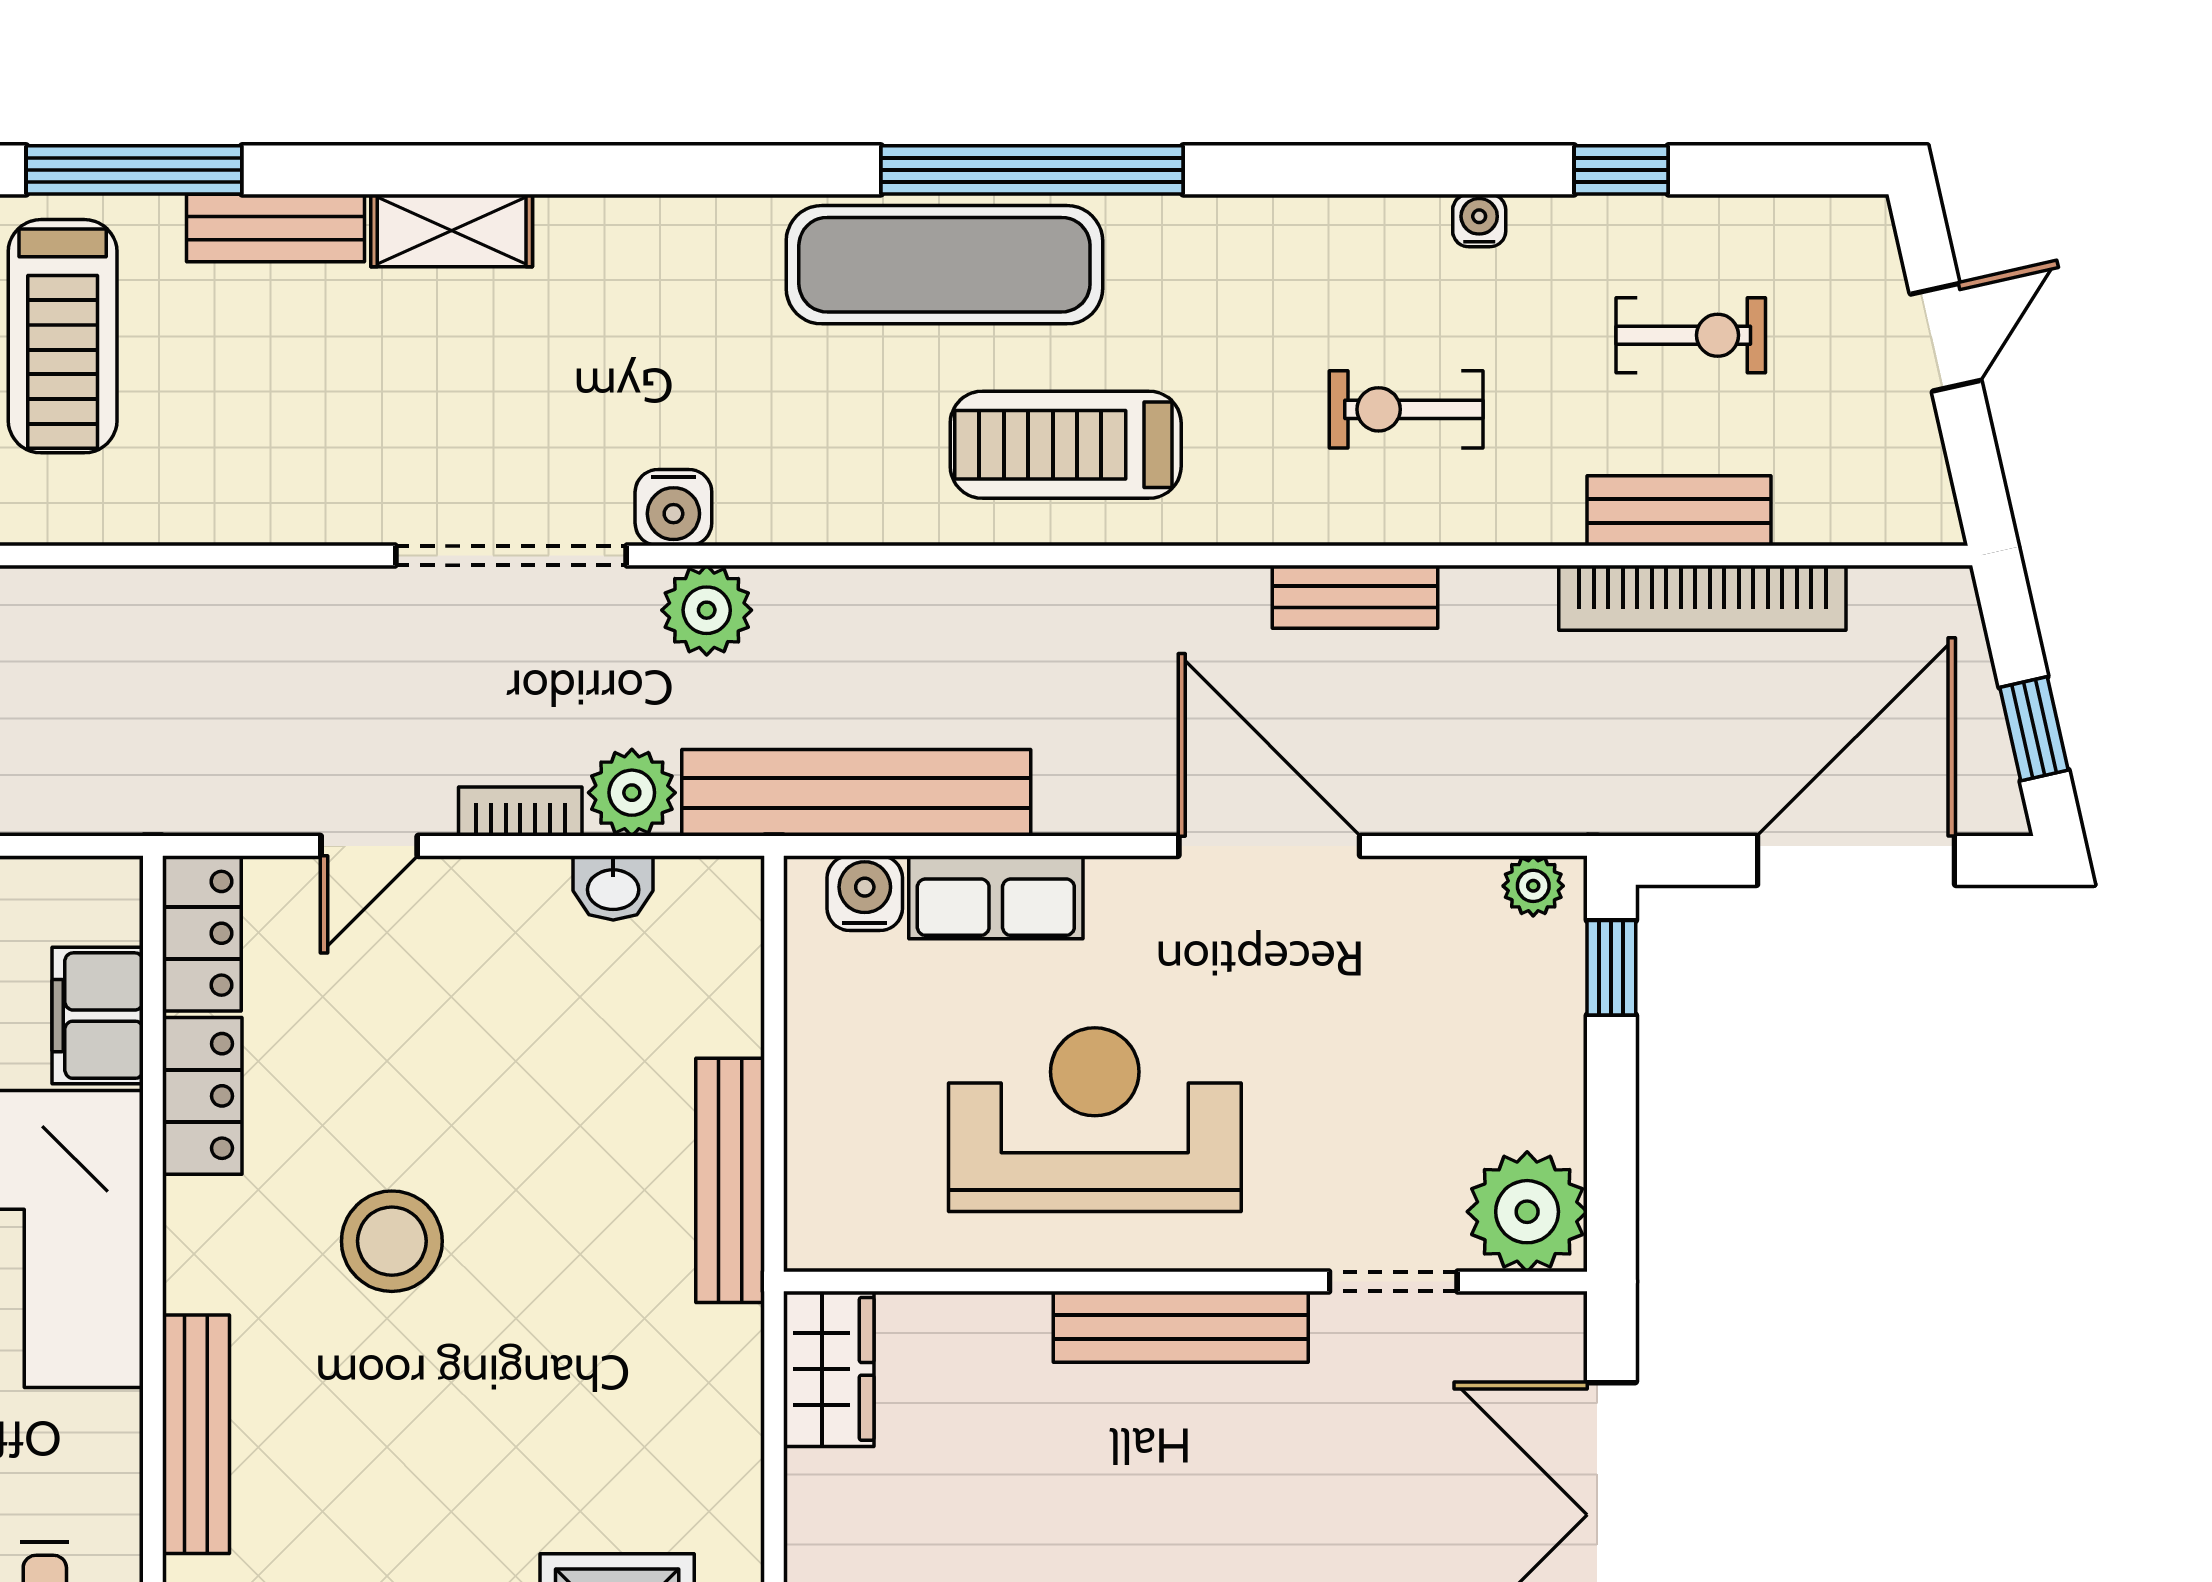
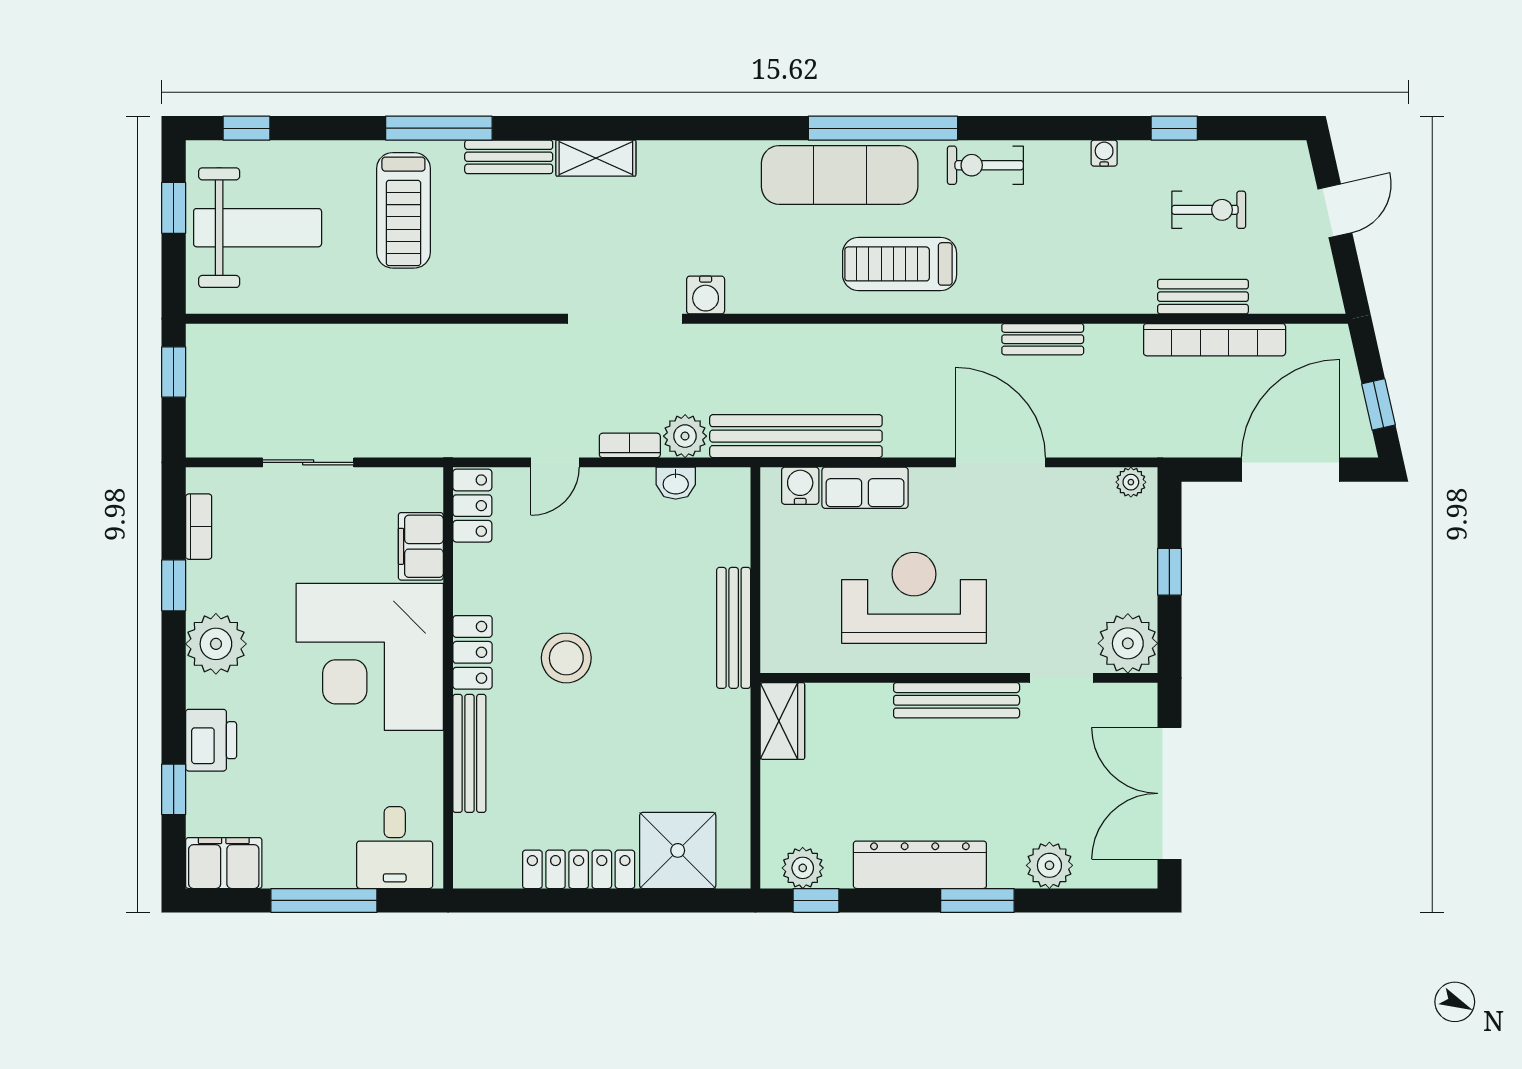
exercise bike: (1406, 409) -> (985, 165), moved
plant: (707, 610) -> (722, 346), removed
window: (1611, 968) -> (1169, 572), moved
locker: (202, 1096) -> (473, 652), moved

